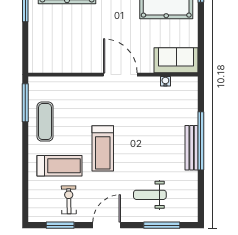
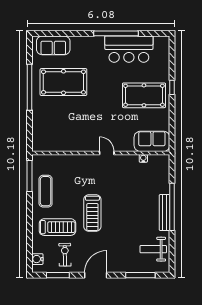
door: (120, 75) -> (107, 153), width x0.53
weight bench: (150, 195) -> (153, 249), moved
water cooler: (35, 205) -> (37, 259), added

